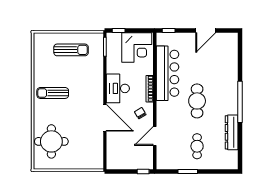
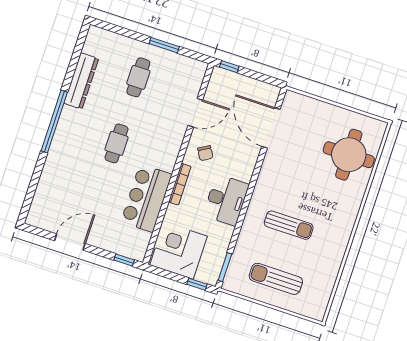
bar counter: (167, 73) -> (146, 198), width x0.73
sun lounger: (53, 93) -> (289, 225), moved
cafe table: (197, 101) -> (117, 143), width x0.73, depth x0.74
door: (105, 118) -> (271, 128), moved

